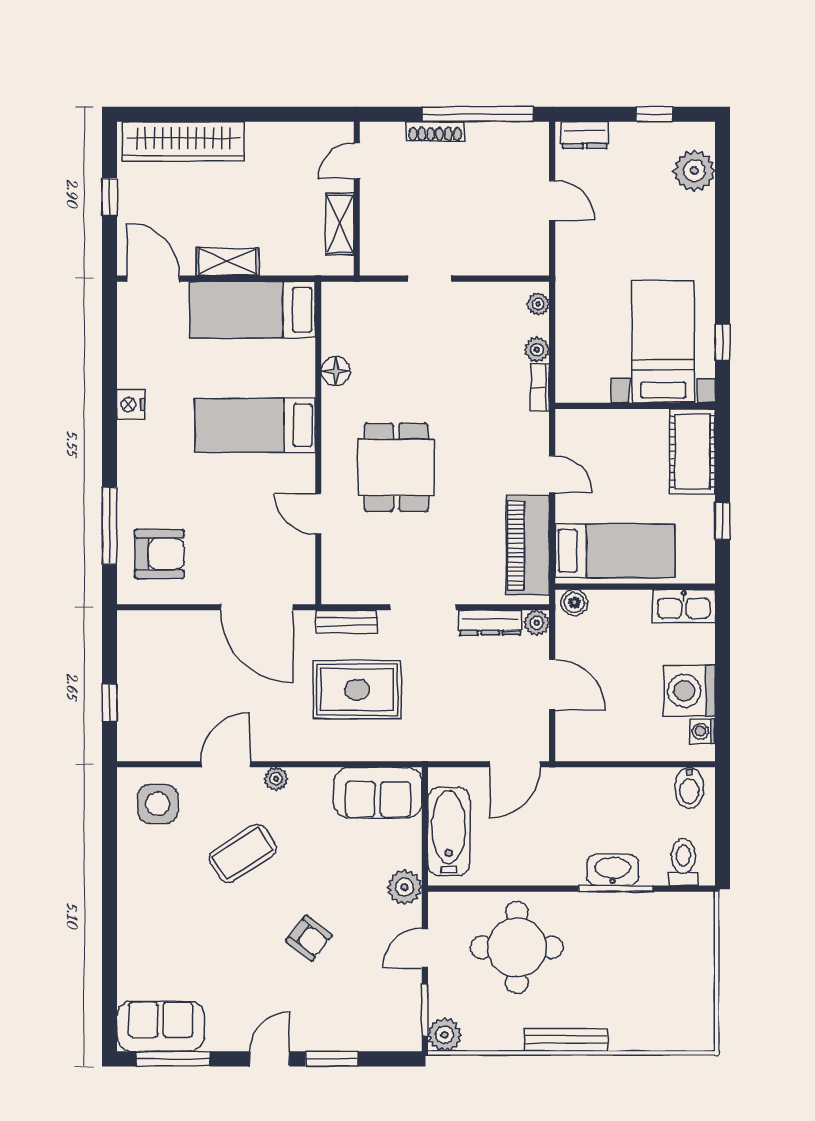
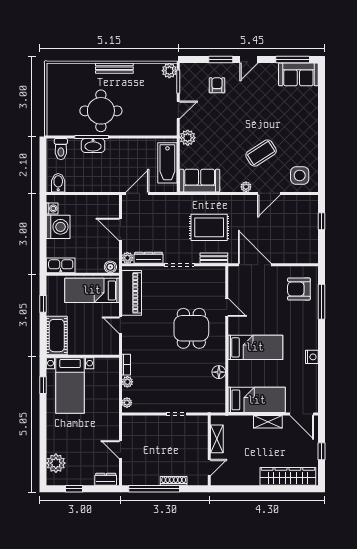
armchair: (309, 938) -> (217, 85), moved, turned 52
round table: (517, 947) -> (101, 111), moved

